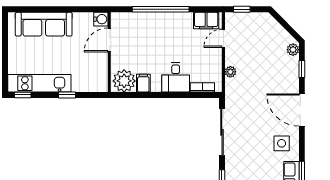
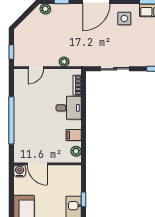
filing cabinet: (206, 21) -> (21, 82), removed
door: (223, 38) -> (36, 68), hinge flipped
plant: (124, 81) -> (76, 151), width x0.53, depth x0.53
sliding door: (222, 132) -> (115, 69), width x0.73

